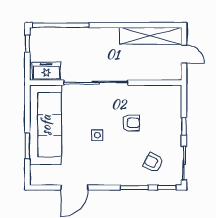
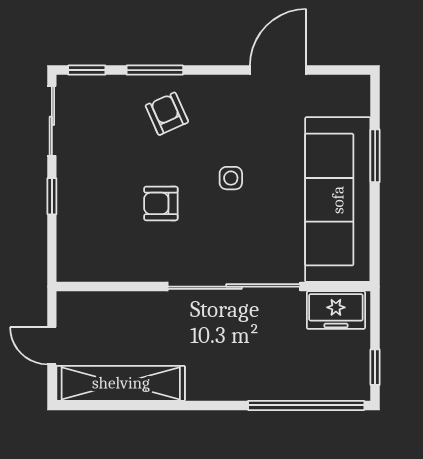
armchair: (153, 163) -> (167, 114), moved, turned -143

